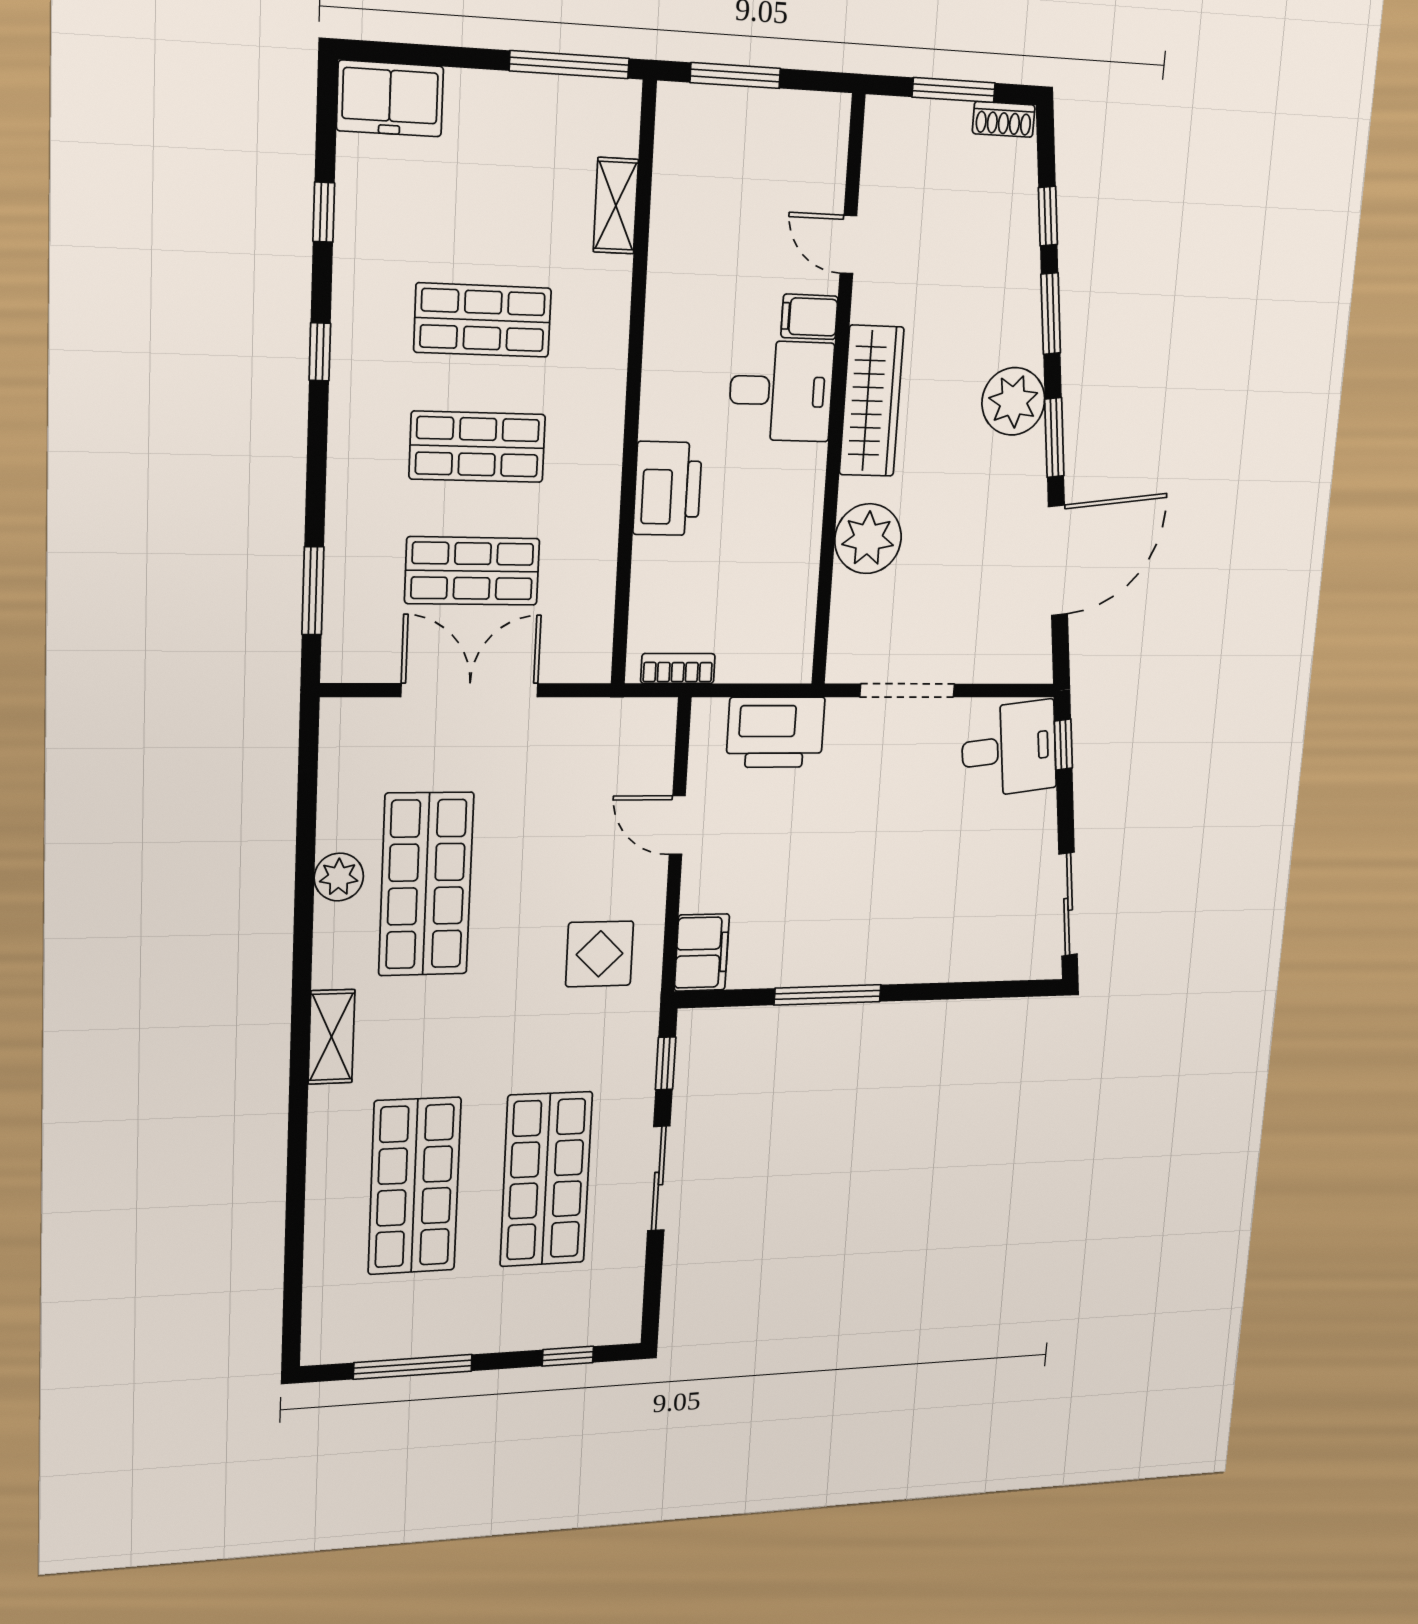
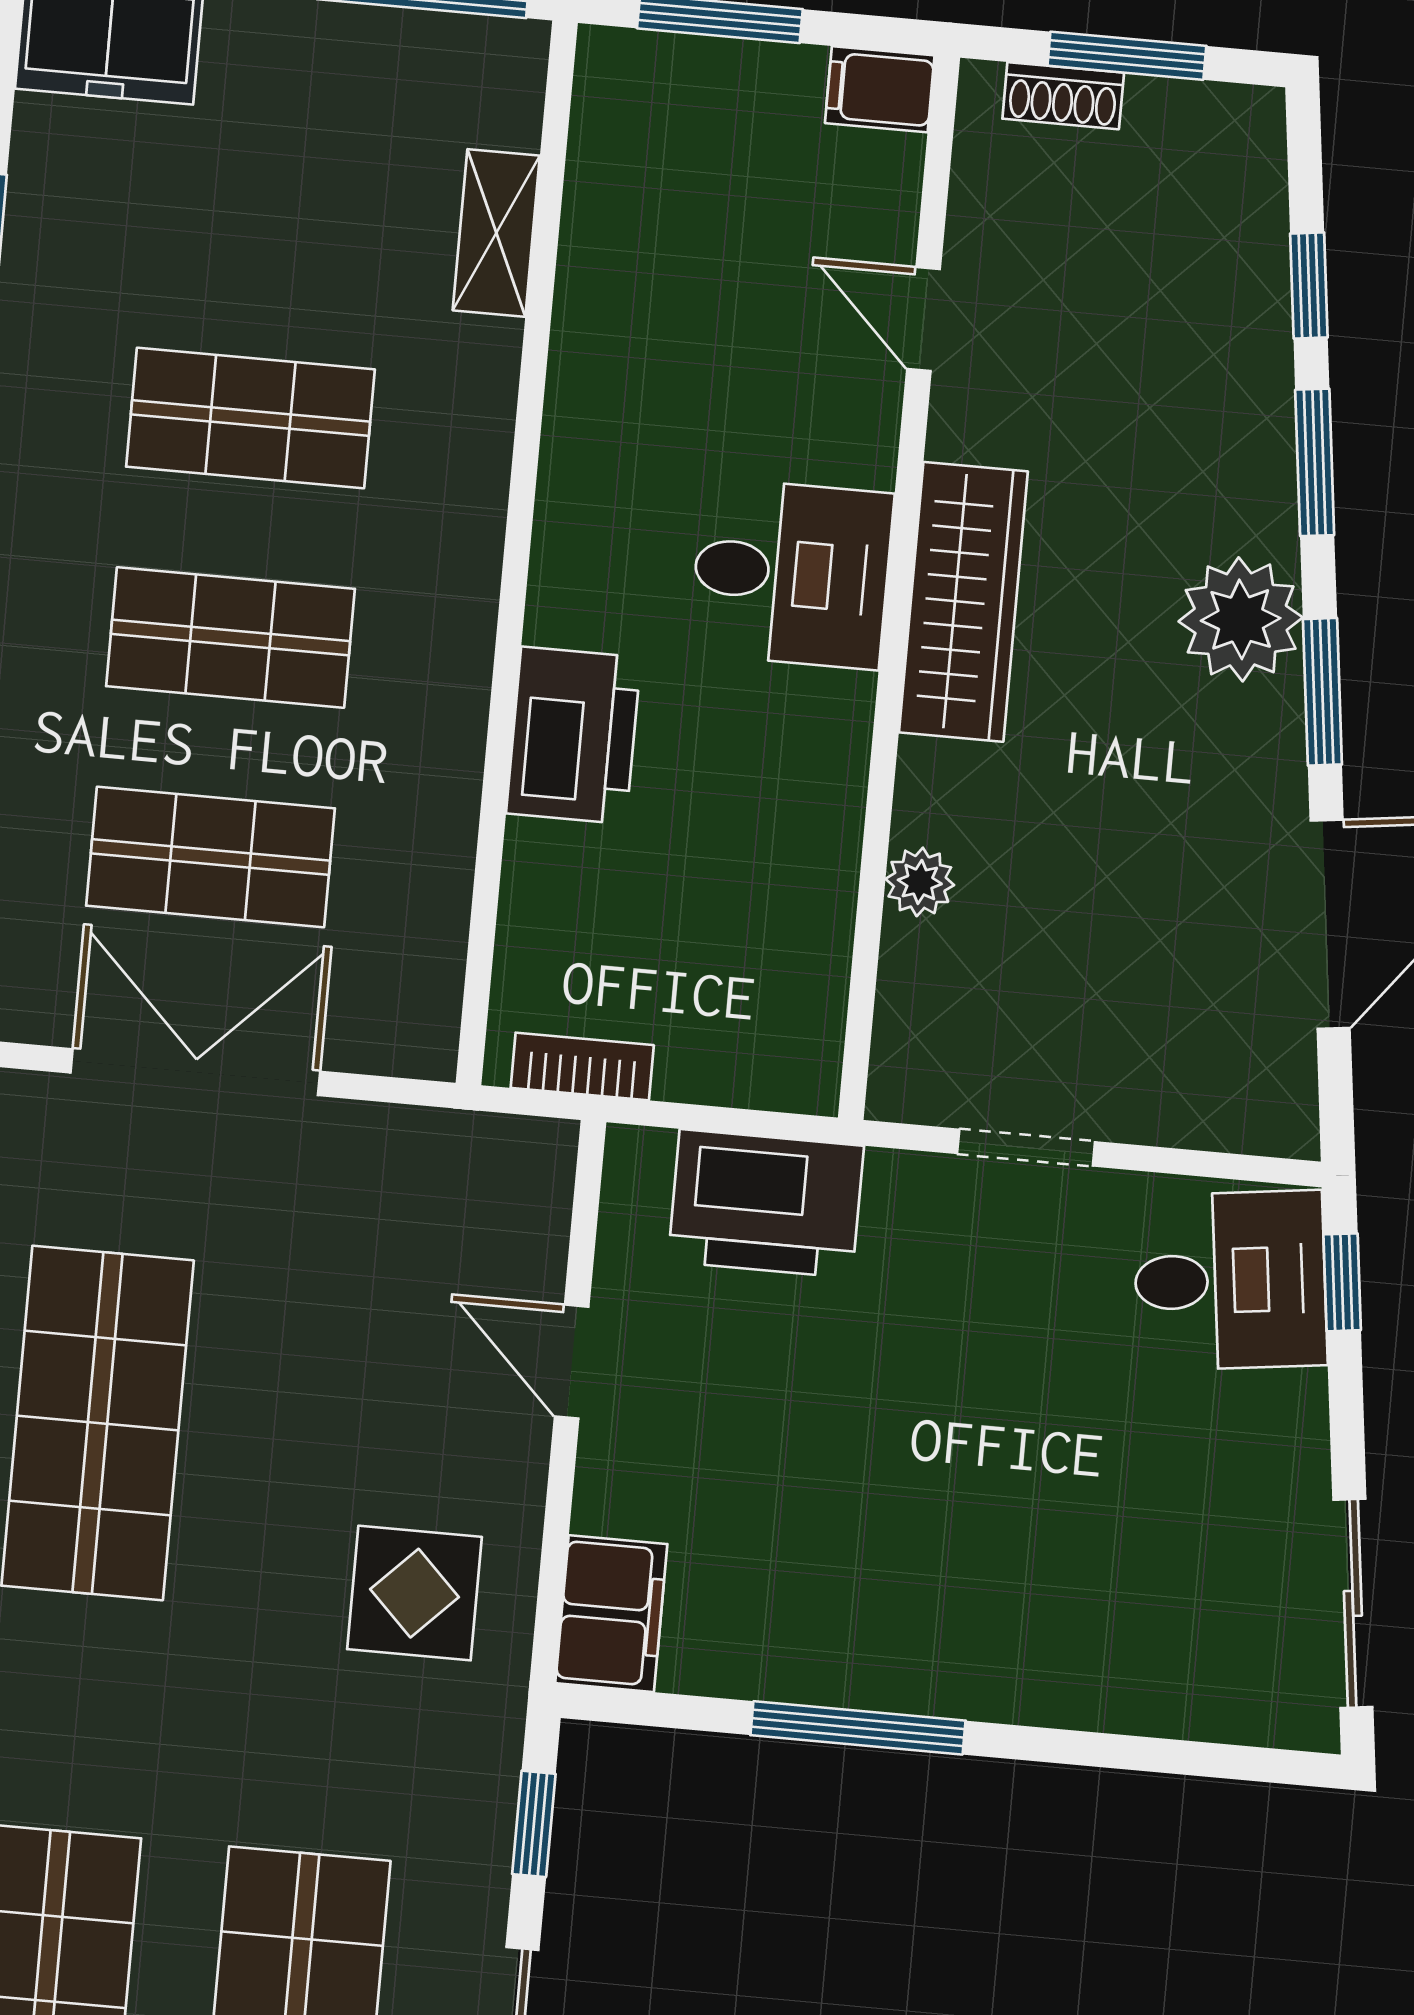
shoe rack: (1004, 119) -> (1063, 96), moved
filing cabinet: (809, 317) -> (880, 89), moved
plant: (868, 539) -> (920, 882), width x0.53, depth x0.53
doorway: (907, 690) -> (1026, 1148), width x0.73

